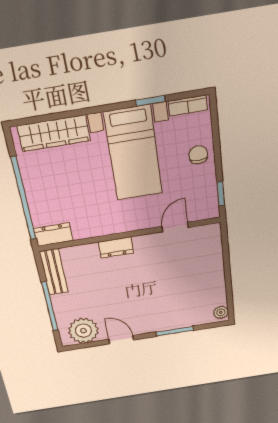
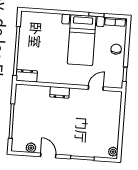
wardrobe: (54, 133) -> (43, 20), removed
bench: (54, 272) -> (20, 99), removed
plant: (83, 331) -> (31, 148), width x0.53, depth x0.53

